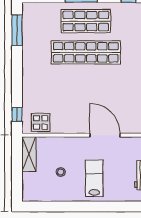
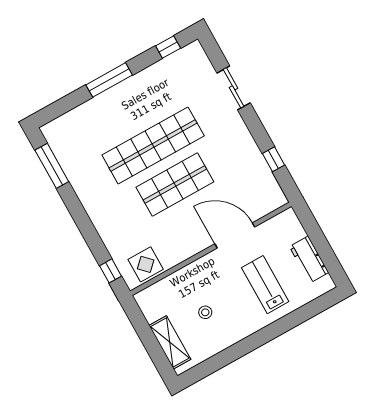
shop shelf: (86, 21) -> (175, 184), moved
shelving: (29, 154) -> (170, 342), moved
lab bench: (94, 178) -> (265, 285), moved

